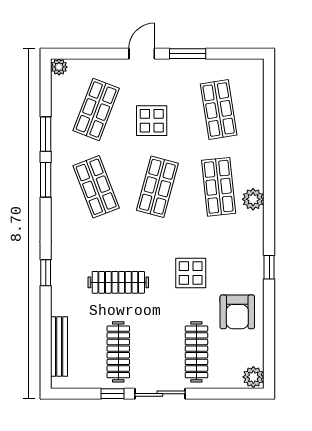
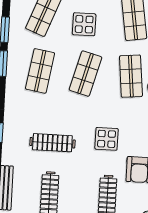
shop shelf: (96, 187) -> (40, 71), turned 30

